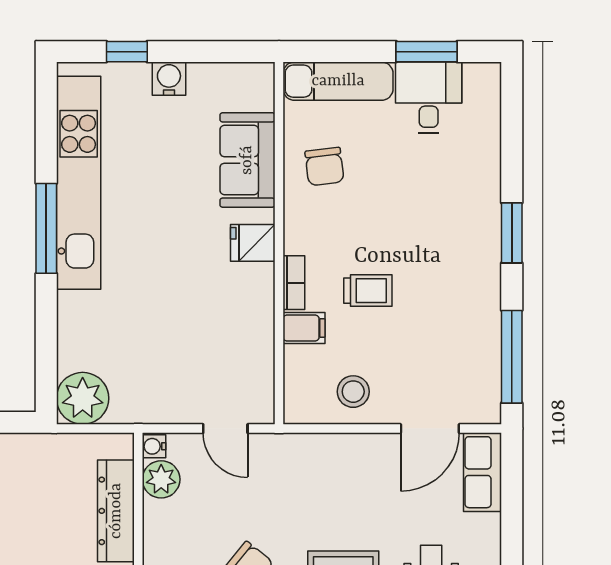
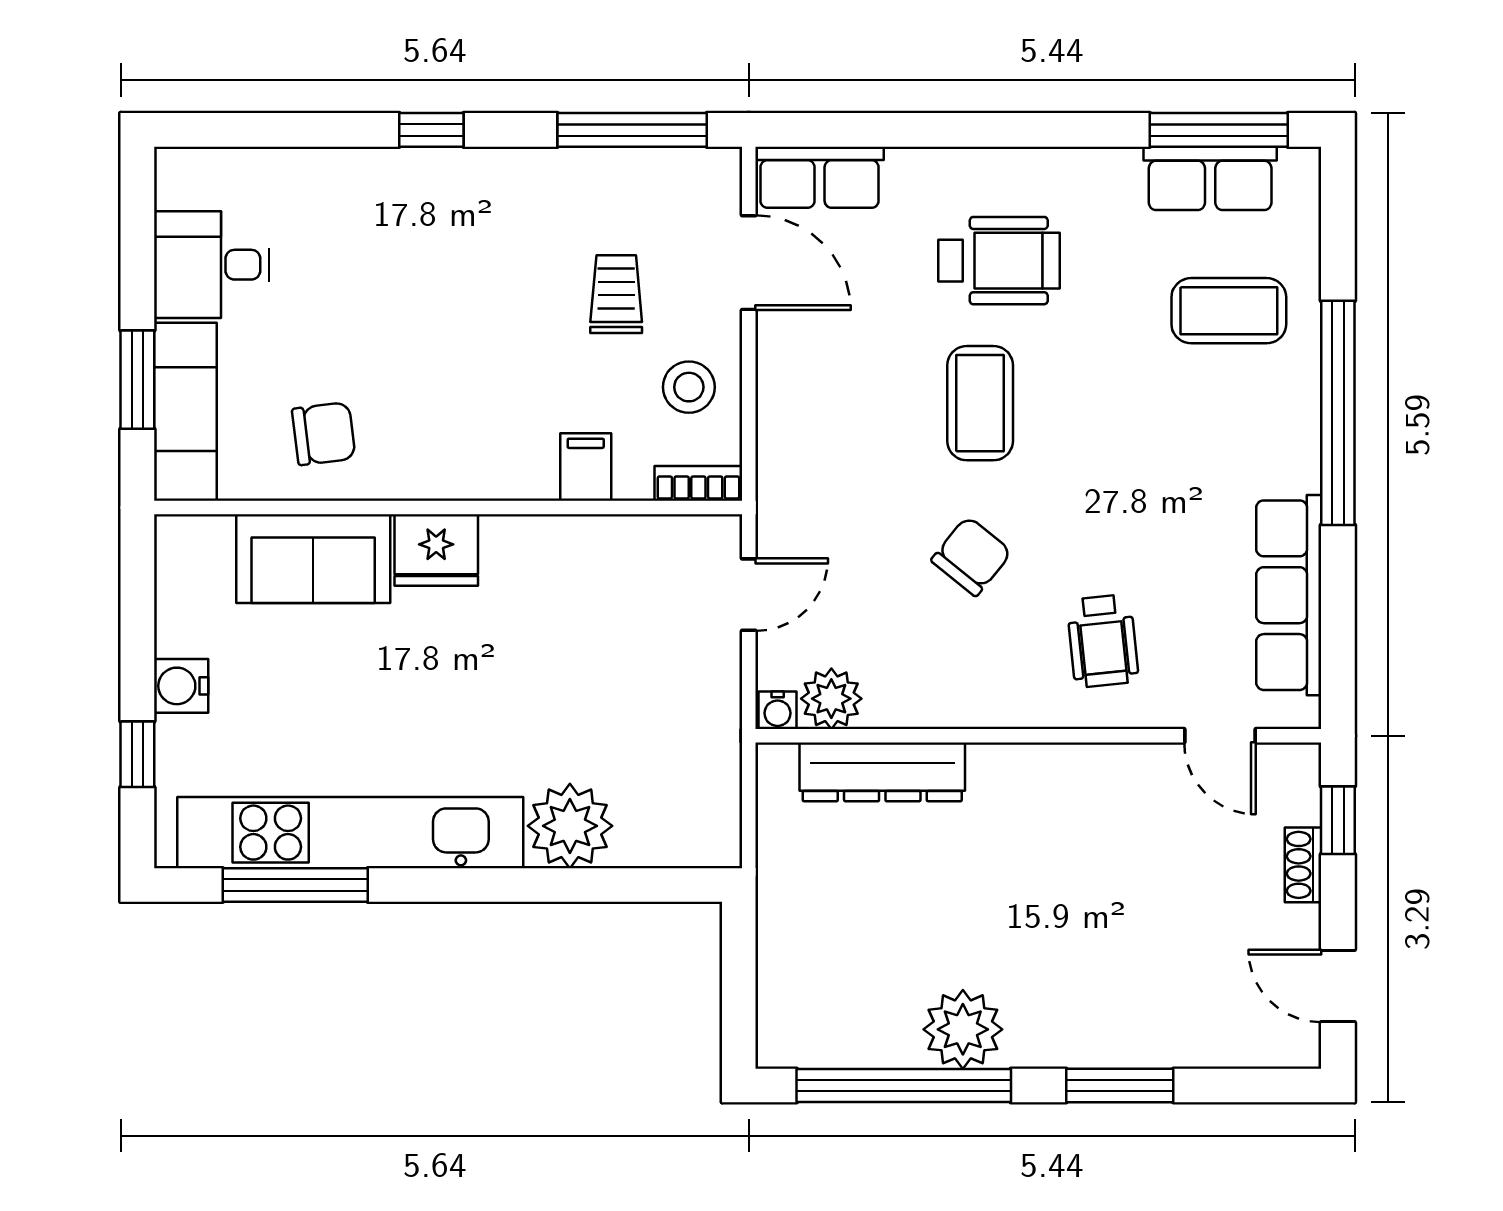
window: (427, 52) -> (137, 380), moved
window: (46, 228) -> (295, 885), moved
window: (512, 233) -> (431, 130), width x0.67
fridge: (253, 243) -> (436, 550), width x1.38
bookcase: (294, 283) -> (698, 483), moved
trolley: (368, 291) -> (616, 294), moved
plant: (83, 398) -> (570, 826), moved

